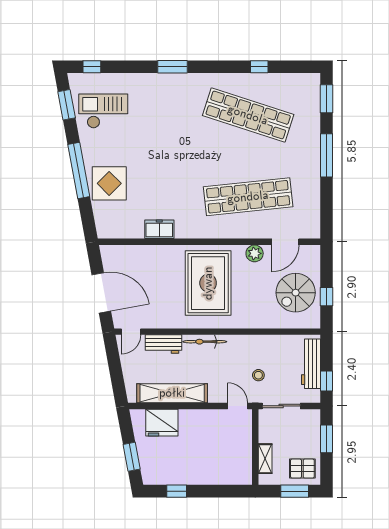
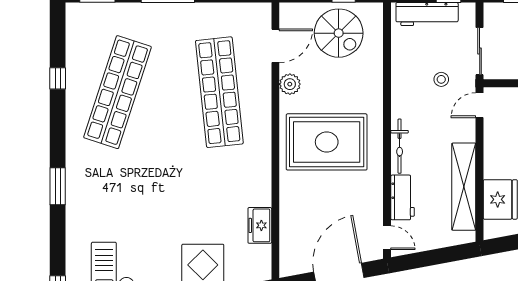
freezer: (159, 229) -> (260, 225), moved
door: (285, 242) -> (275, 46), hinge flipped

